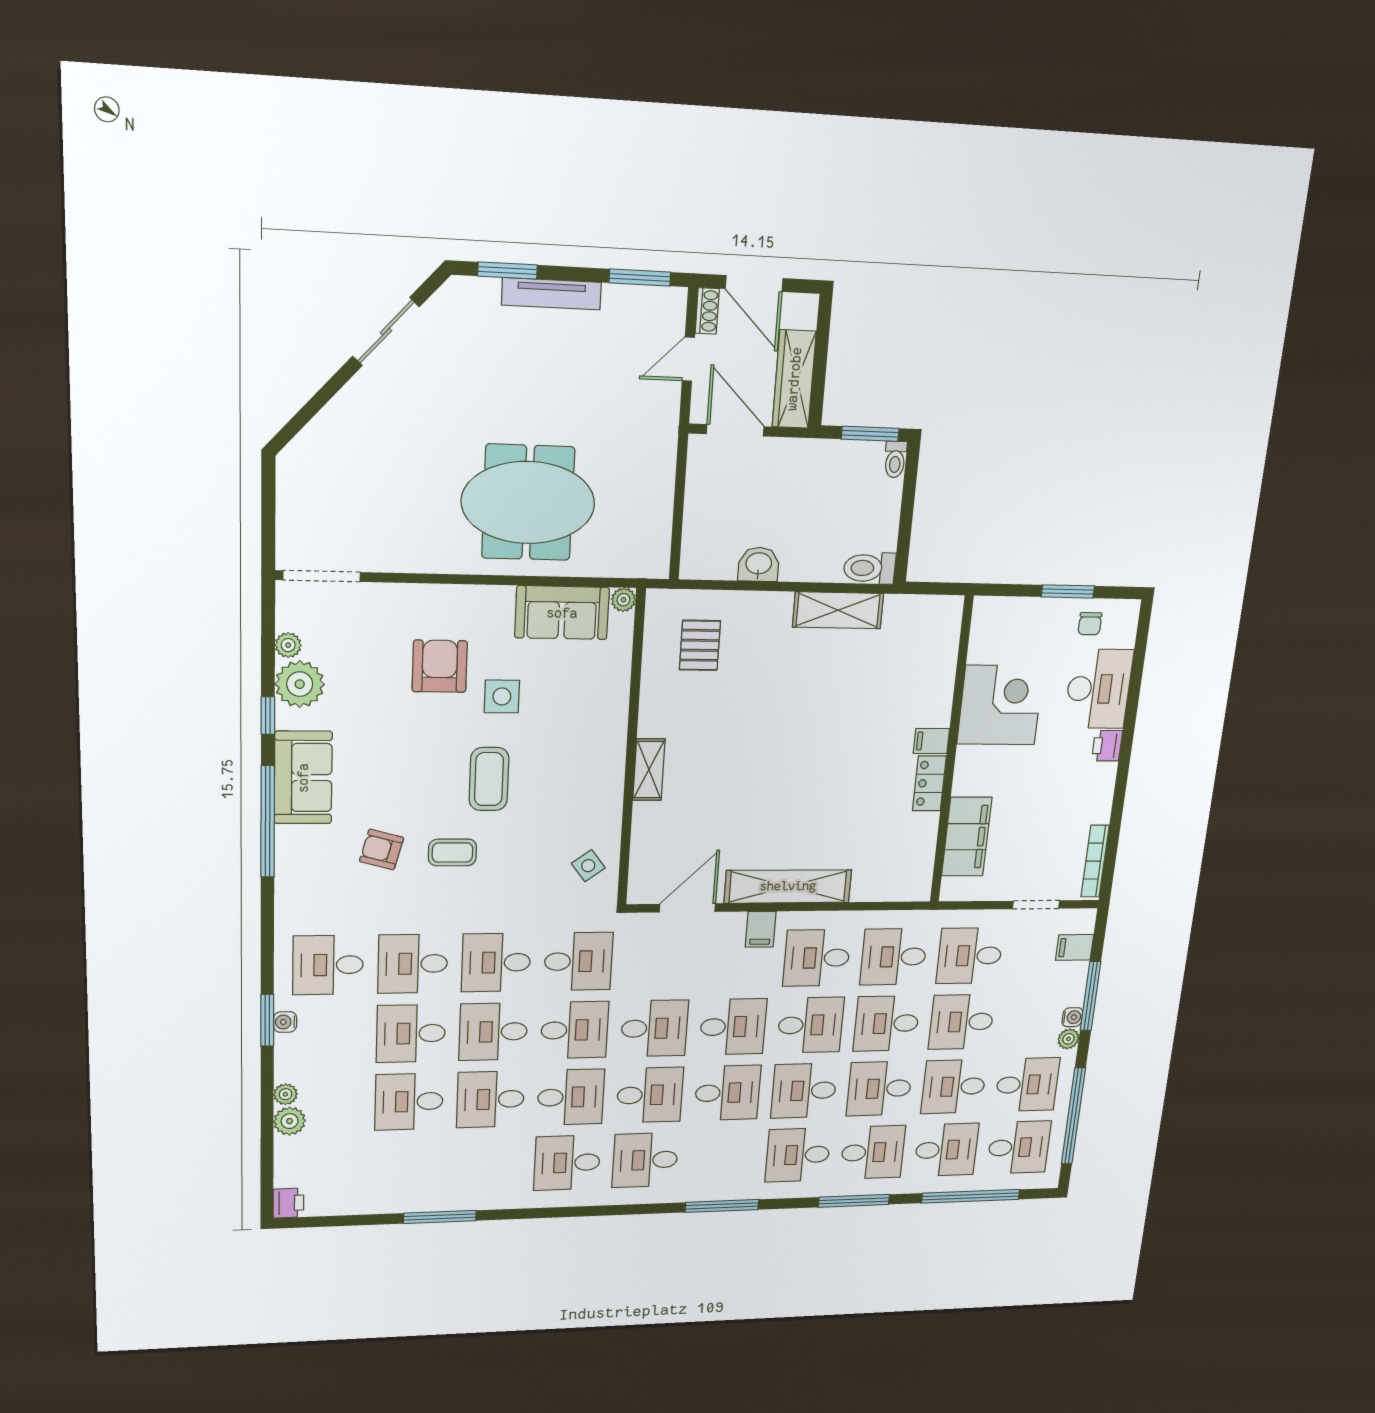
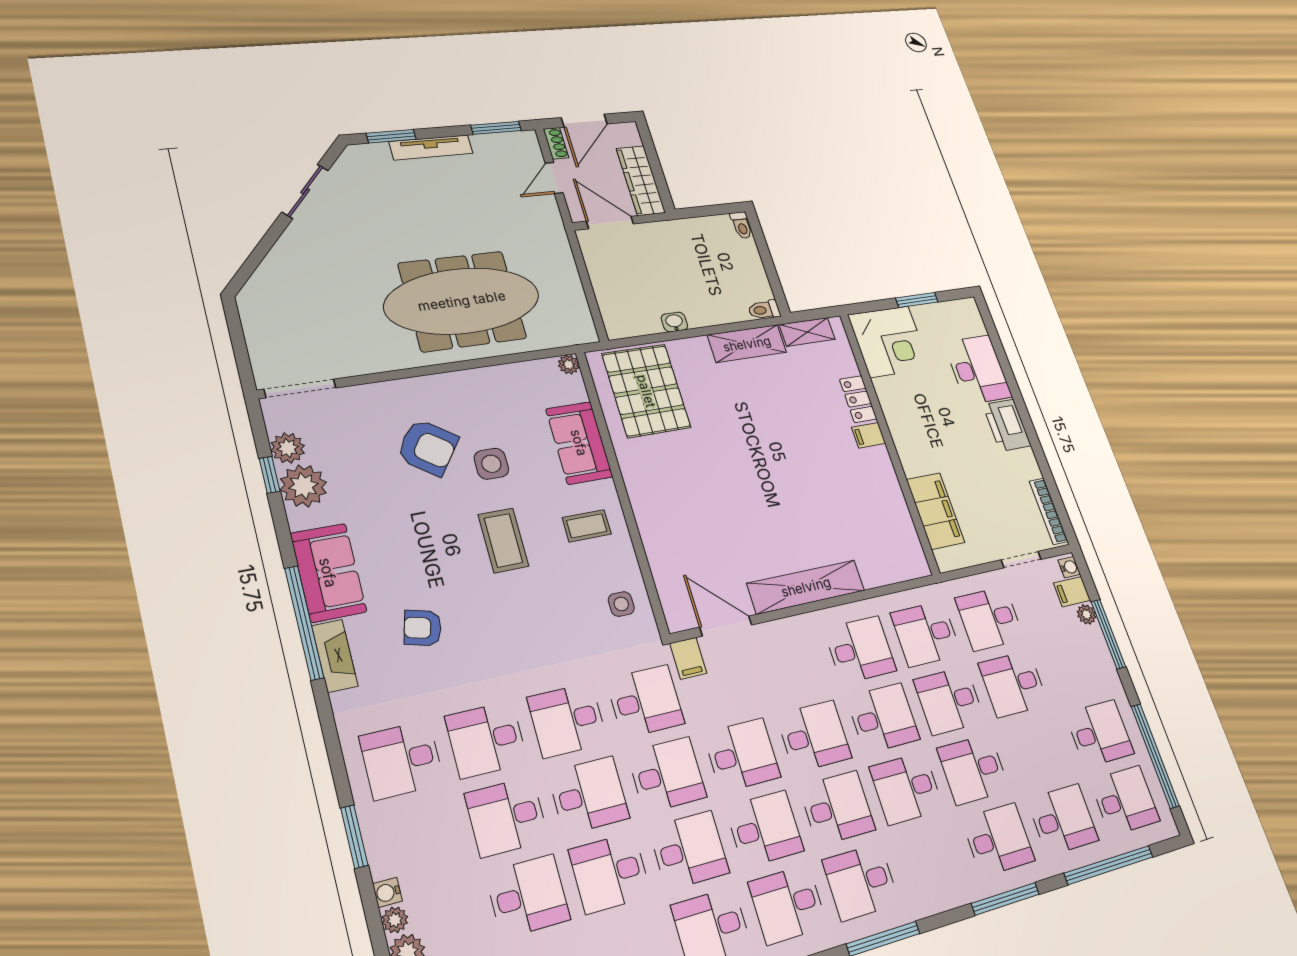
door: (754, 284) -> (584, 121), hinge flipped
window: (870, 434) -> (715, 210), removed
meeting table: (528, 503) -> (462, 301), width x1.36
washbasin: (759, 564) -> (674, 322), width x0.72, depth x0.69
toilet: (869, 568) -> (764, 310), width x0.73, depth x0.72
sofa: (562, 613) -> (579, 443), moved, turned 90
chair: (1090, 624) -> (945, 321), removed
plant: (288, 645) -> (288, 448), width x1.38, depth x1.38
pallet: (700, 645) -> (646, 391), width x2.05, depth x2.00
armchair: (440, 666) -> (428, 447), turned 126
corner desk: (1000, 705) -> (889, 342), moved, turned 90
window: (268, 716) -> (270, 475), moved
printer: (1107, 746) -> (1007, 425), width x1.87, depth x1.48
shelving: (649, 770) -> (807, 332), moved, turned 90
locker: (929, 783) -> (858, 399), moved
coffee table: (452, 852) -> (587, 526), moved
fireplace: (289, 859) -> (335, 656), added
side table: (588, 866) -> (621, 604), turned 37
door: (687, 908) -> (726, 626), hinge flipped
filing cabinet: (761, 929) -> (688, 658), moved
desk: (817, 958) -> (860, 650), turned 180
water cooler: (1072, 1017) -> (1069, 567), moved
water cooler: (285, 1022) -> (387, 892), moved
desk: (493, 1032) -> (589, 795), turned 180
plant: (1068, 1039) -> (1087, 614), moved
desk: (954, 1087) -> (1038, 751), removed
desk: (409, 1102) -> (528, 896), turned 180
desk: (798, 1155) -> (861, 882), moved

